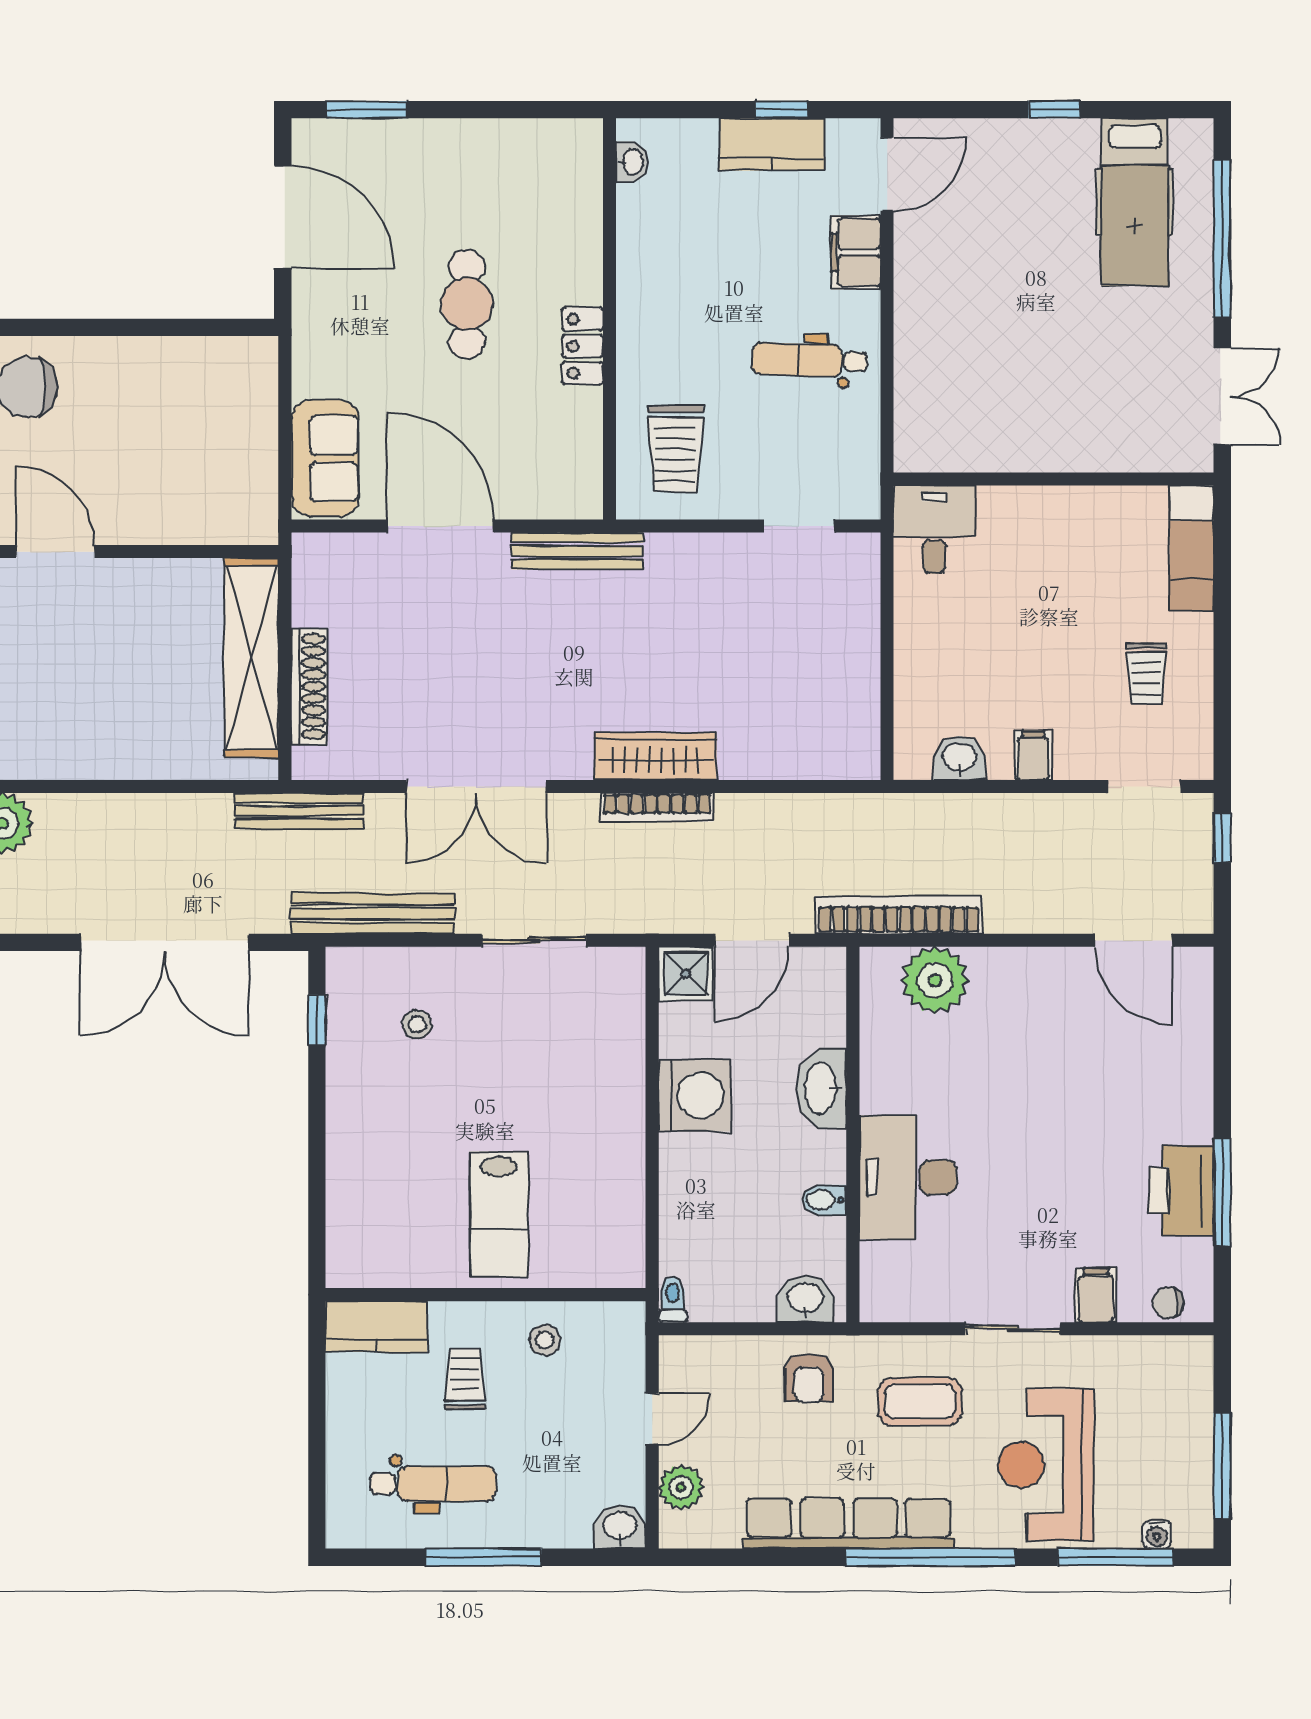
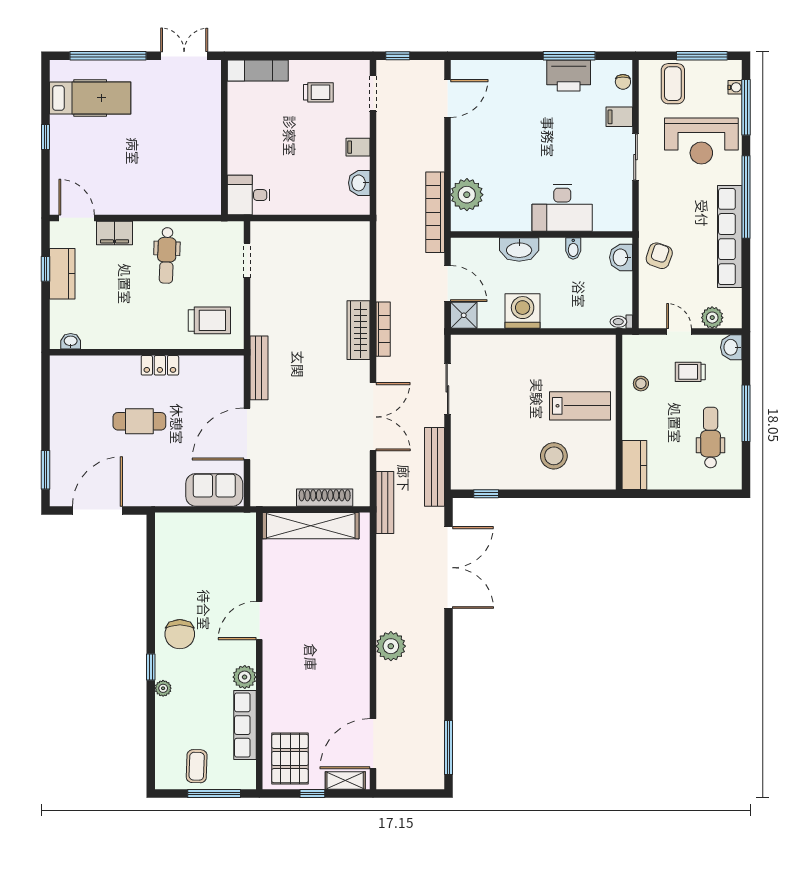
stool: (417, 1024) -> (554, 456), moved, width x1.89, depth x1.89
armchair: (809, 1378) -> (659, 256), turned -71
trolley: (465, 1379) -> (690, 372), moved
coffee table: (920, 1401) -> (673, 84), moved

